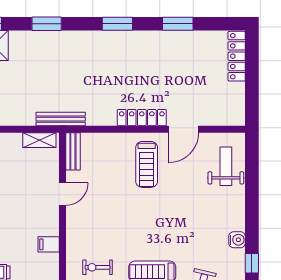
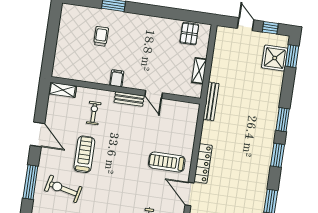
window: (47, 24) -> (283, 120), moved
shelving: (39, 140) -> (199, 71), moved
bench: (73, 151) -> (129, 99), moved

